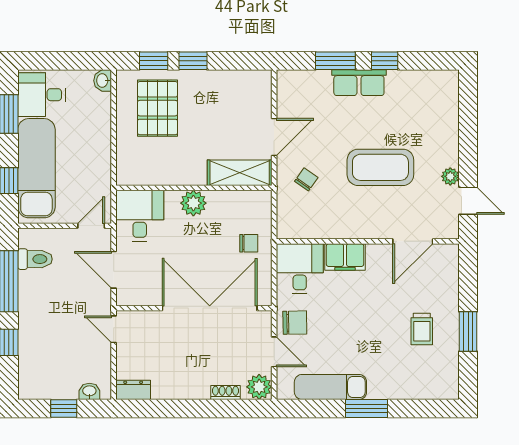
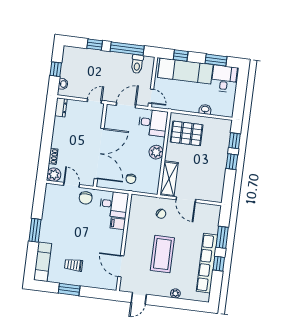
washbasin: (103, 81) -> (205, 109), moved
row of seats: (359, 83) -> (207, 263), width x2.02
pallet: (158, 108) -> (187, 133), moved
plant: (450, 176) -> (175, 293), moved
filing cabinet: (345, 257) -> (118, 224), width x0.50
door: (274, 352) -> (71, 185), swing flipped
exam couch: (330, 387) -> (43, 262), moved

